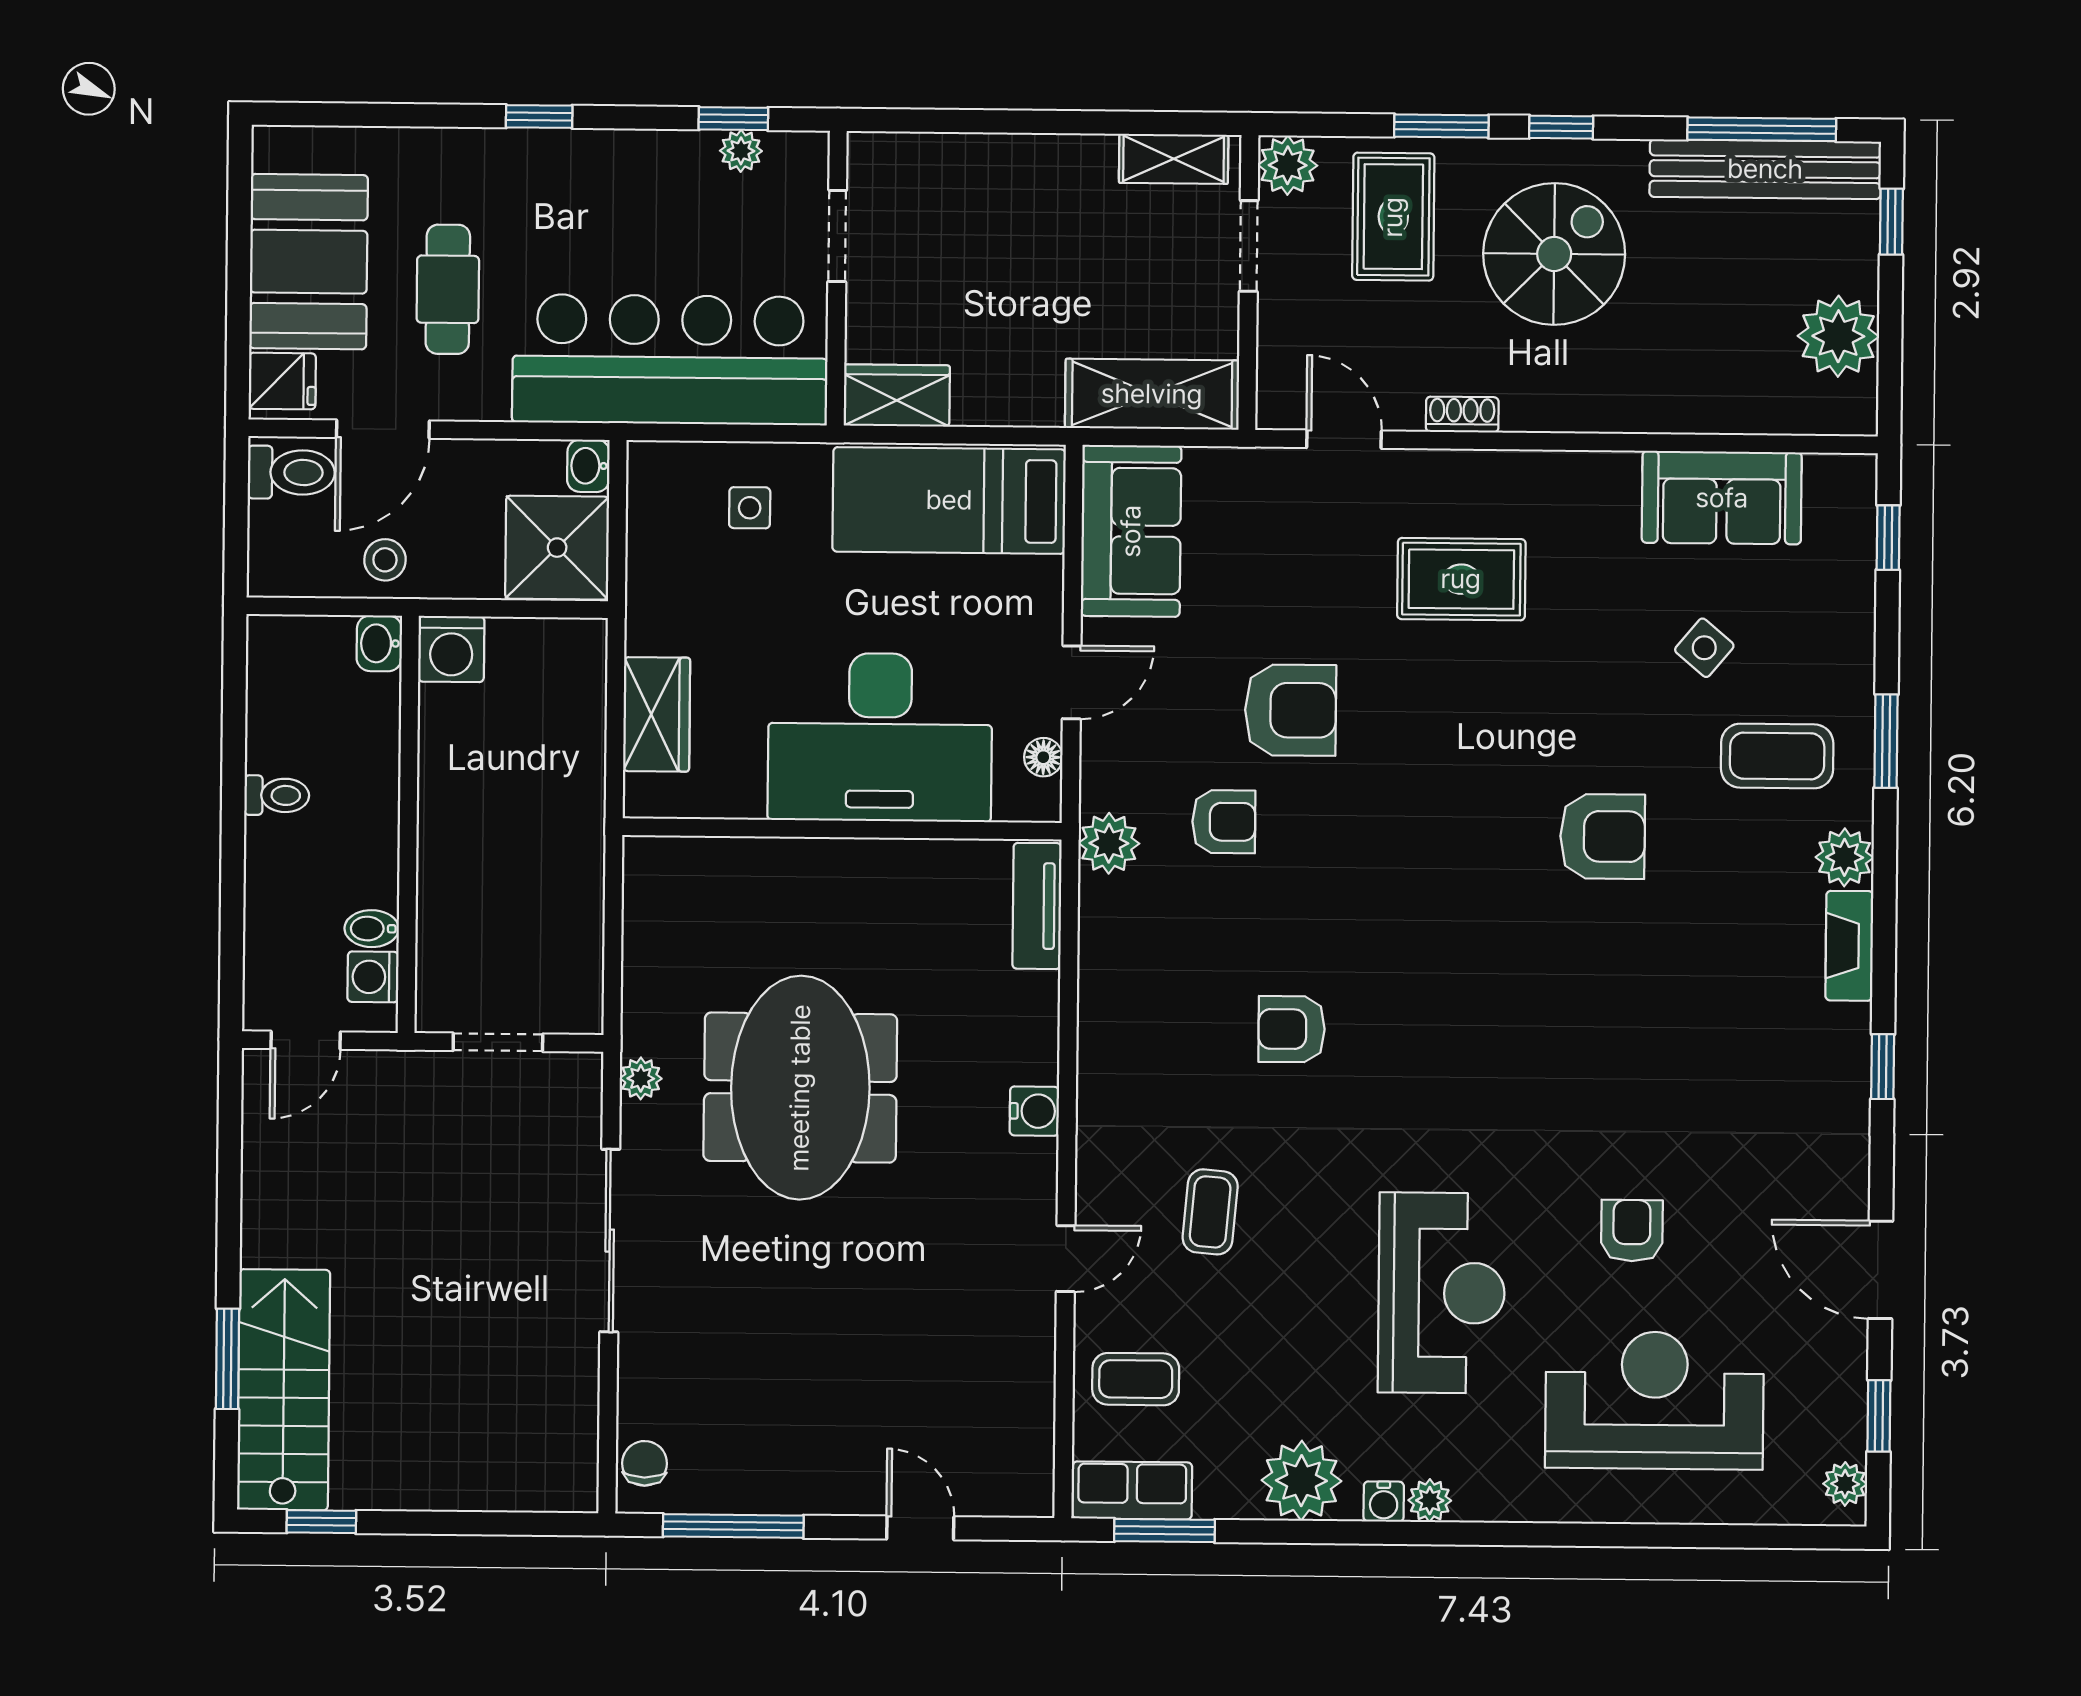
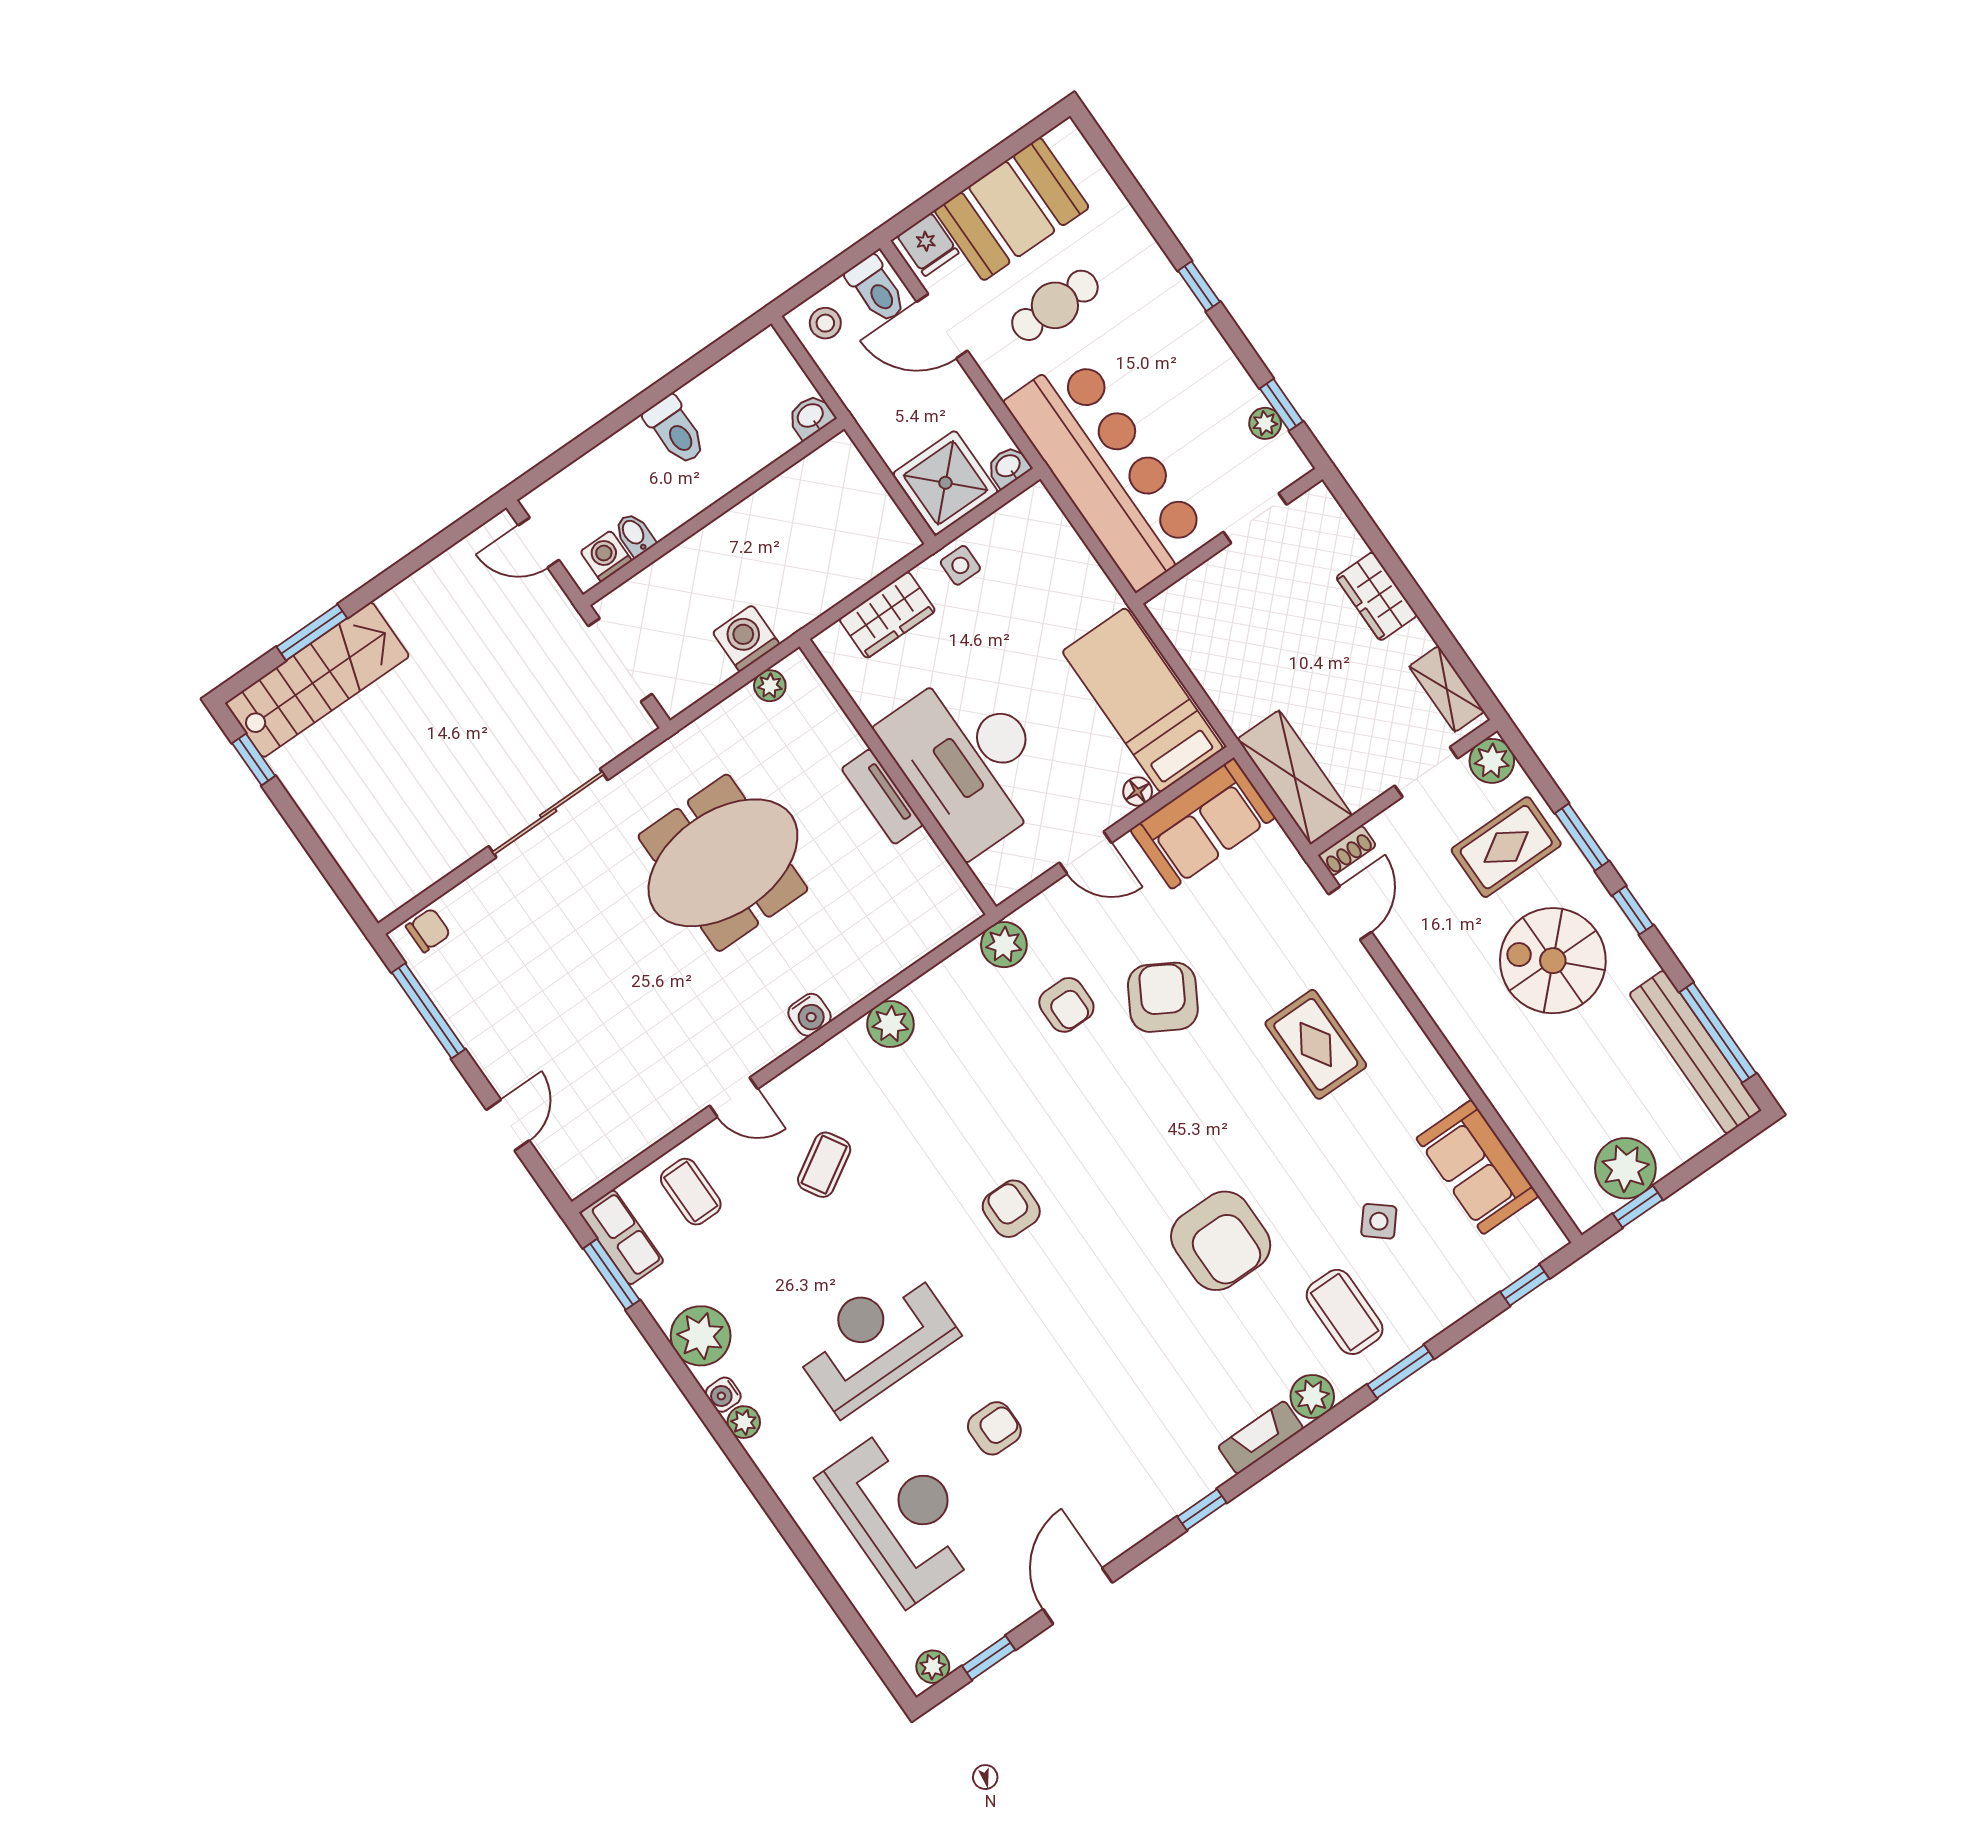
window: (1891, 222) -> (1638, 1207), moved
spiral stairs: (1554, 254) -> (1553, 961), turned 180
wardrobe: (897, 395) -> (1377, 596), moved, turned 180
shoe rack: (1462, 415) -> (1347, 851), moved, turned 90
side table: (750, 508) -> (960, 565), moved
stool: (385, 560) -> (825, 323), moved
washing machine: (451, 649) -> (746, 638), moved, turned 90
armchair: (1290, 710) -> (1163, 997), turned -150
floor lamp: (1043, 757) -> (1138, 791), moved
toilet: (277, 795) -> (675, 430), width x1.37, depth x1.39
armchair: (1602, 836) -> (1221, 1241), width x1.36, depth x1.36
tv unit: (1037, 906) -> (882, 797), moved, turned -90
armchair: (1292, 1029) -> (1011, 1209), moved
plant: (1108, 1030) -> (890, 1024), added
doorway: (498, 1042) -> (620, 660), width x1.38
plant: (641, 1078) -> (770, 686), moved
coffee table: (1210, 1212) -> (824, 1165), turned -36
reception desk: (1442, 1293) -> (875, 1340), turned 180

